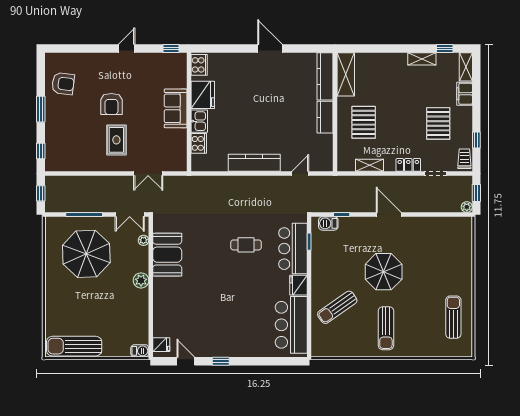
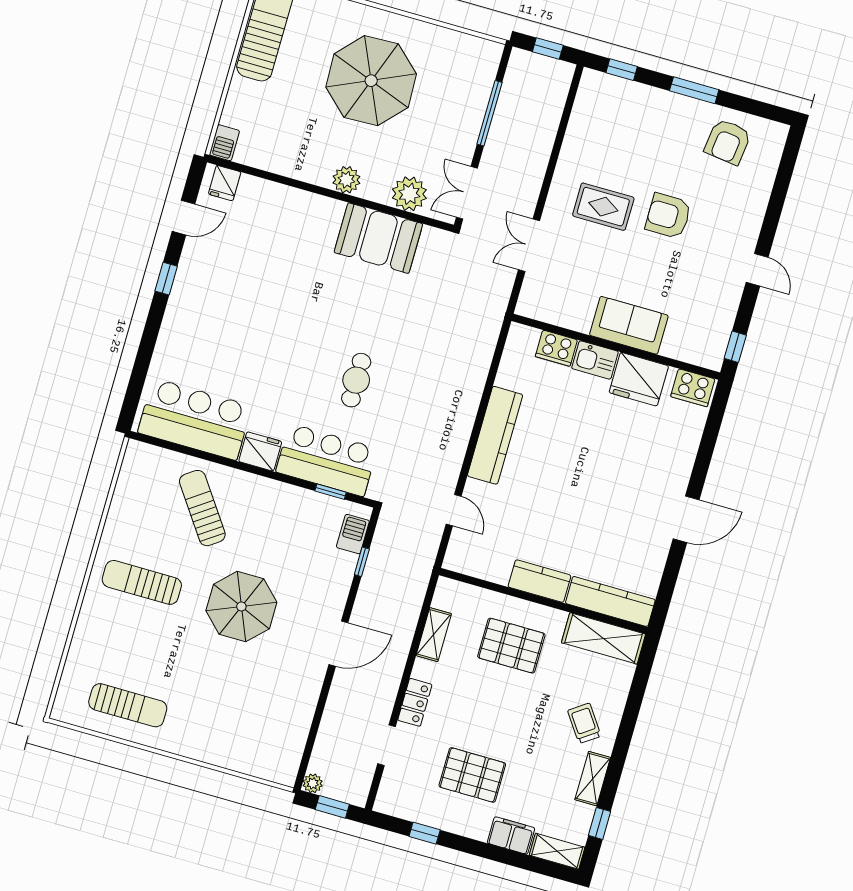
trolley: (464, 159) -> (584, 723), moved, turned -125
plant: (143, 240) -> (409, 194), width x1.88, depth x1.88
parasol: (86, 254) -> (371, 81), moved

